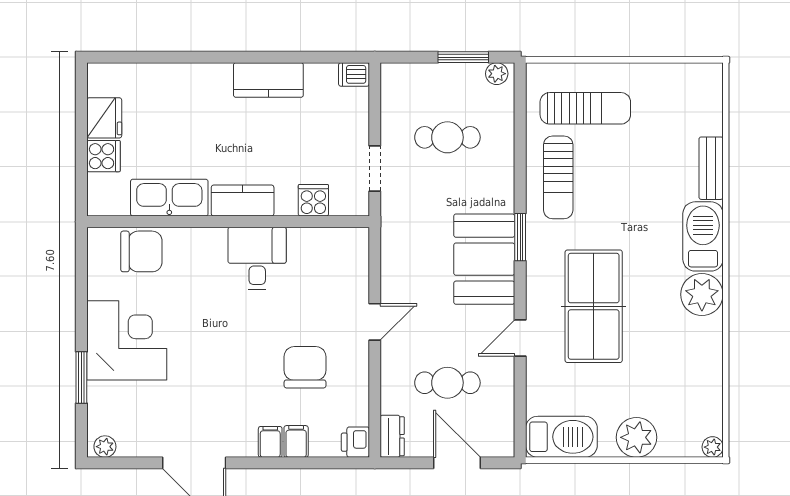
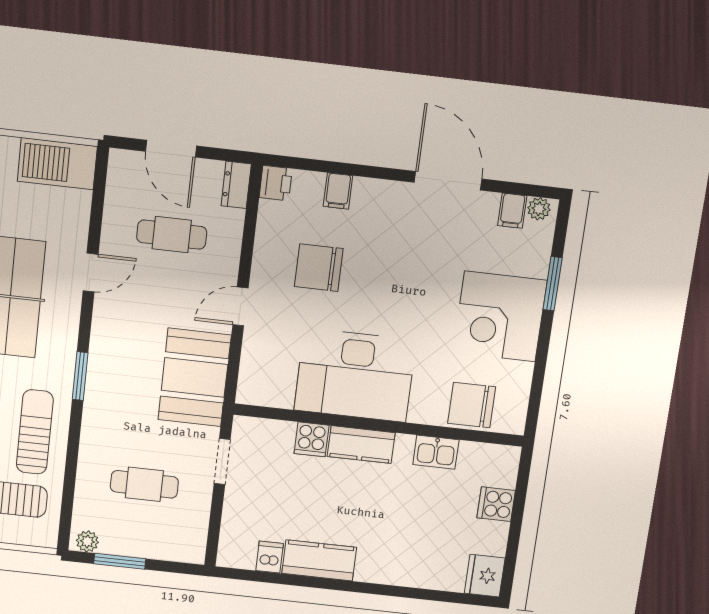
dishwasher: (354, 74) -> (270, 557), moved, turned -90
fridge: (104, 118) -> (485, 576), moved
kitchen sink: (169, 198) -> (436, 452), width x0.53, depth x0.81
cooker: (313, 200) -> (312, 439), moved
desk: (257, 258) -> (355, 375), width x1.87, depth x1.30
booth: (484, 259) -> (195, 377), moved
chair: (305, 367) -> (319, 268), turned 90
filing cabinet: (270, 442) -> (512, 211), moved

